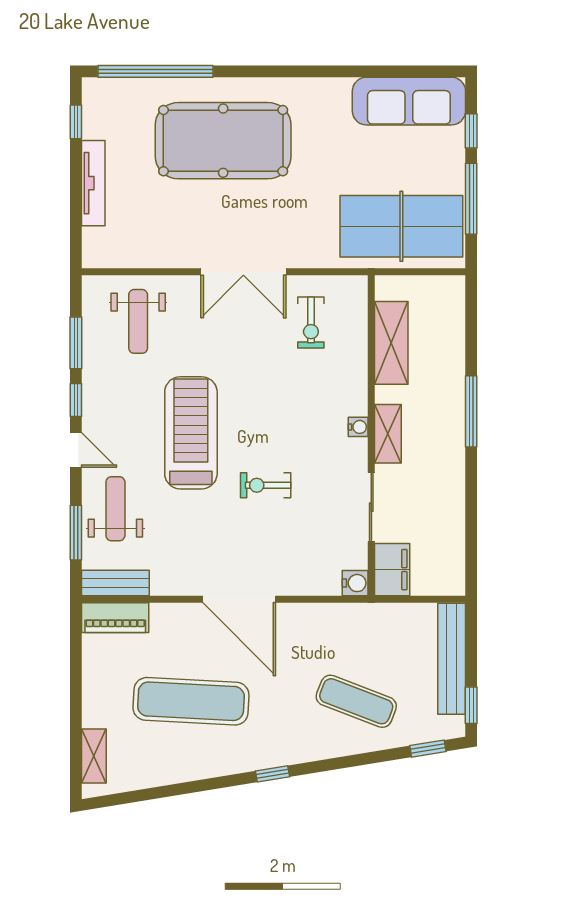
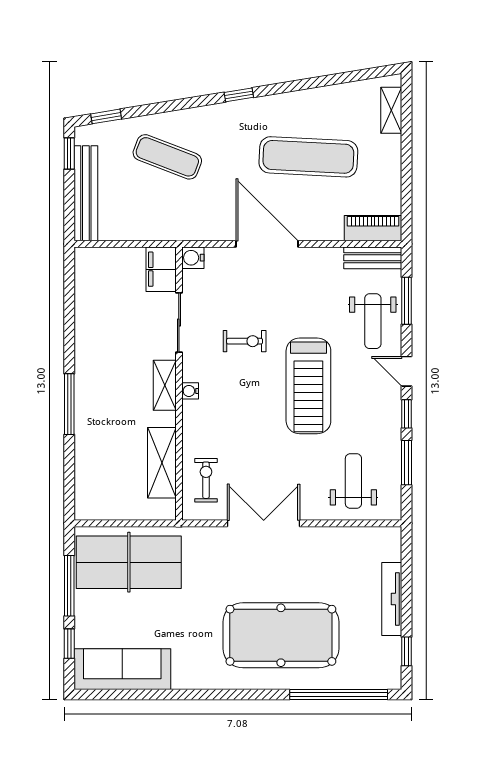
shelving: (391, 343) -> (162, 463), moved
water cooler: (358, 427) -> (190, 391), moved
shelving: (388, 434) -> (165, 385), moved
wall: (371, 436) -> (179, 384), moved
sliding door: (371, 507) -> (179, 323), moved
filing cabinet: (392, 570) -> (161, 269), moved
water cooler: (355, 583) -> (193, 258), moved

